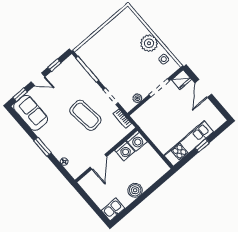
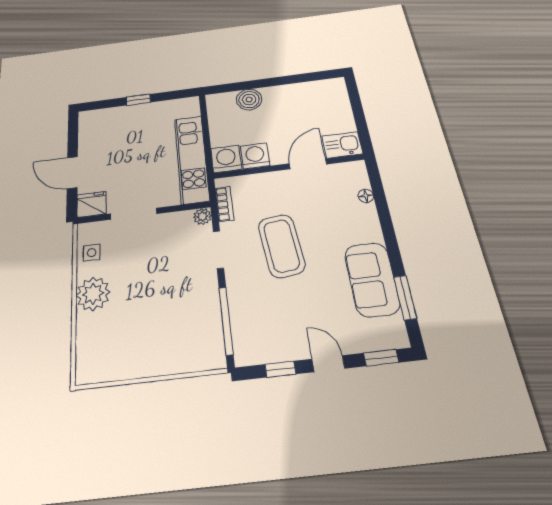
door: (203, 88) -> (72, 173), swing flipped
plant: (137, 98) -> (202, 216), moved
sofa: (31, 113) -> (372, 279), moved
kitchen unit: (189, 144) -> (192, 159), moved, turned 90
window: (42, 147) -> (405, 297), moved
boiler: (135, 190) -> (249, 100), moved
kitchen sink: (113, 209) -> (342, 145), moved, turned 180

